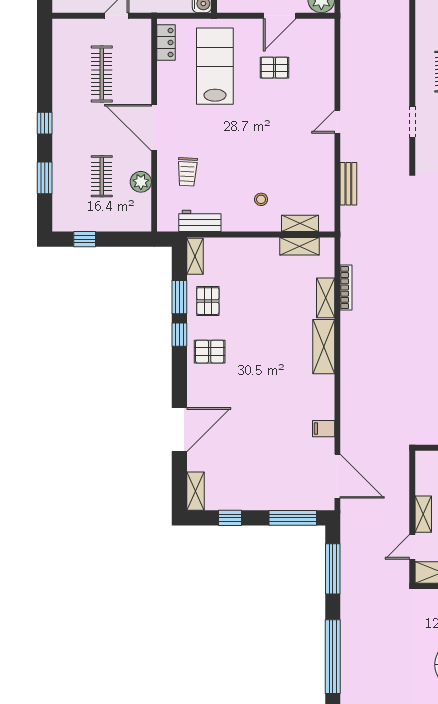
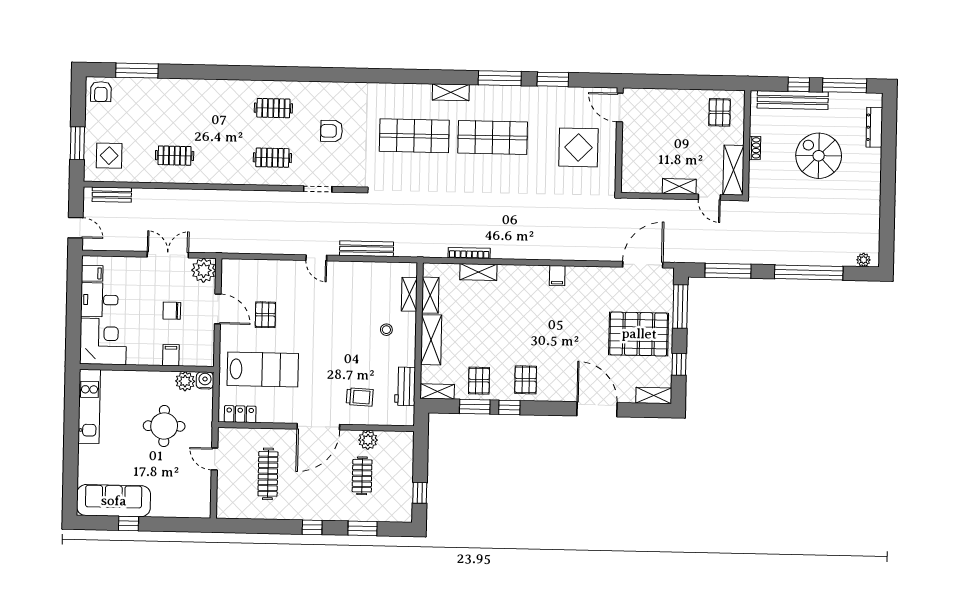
lab bench: (215, 66) -> (263, 369), turned 180
clothes rail: (102, 74) -> (268, 474), turned 90
clothes rail: (102, 176) -> (362, 476), turned 90
bench: (348, 184) -> (367, 249), width x1.36
pallet: (208, 301) -> (479, 381), turned 90
shelving: (324, 347) -> (431, 340), moved, turned 90
filing cabinet: (324, 429) -> (557, 276), moved
pallet: (262, 473) -> (639, 334), added

